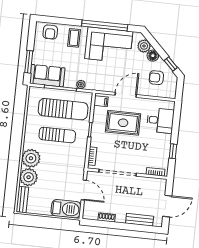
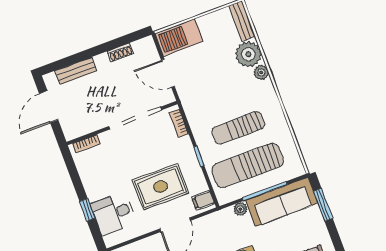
sofa: (47, 76) -> (282, 202), width x1.36
window: (173, 151) -> (87, 210), moved
plant: (31, 158) -> (261, 72), width x0.53, depth x0.53

